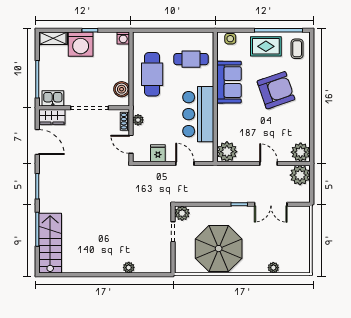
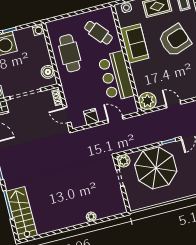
cafe table: (191, 59) -> (98, 33), turned 50
plant: (138, 120) -> (68, 94), removed
door: (269, 163) -> (174, 105), moved
parasol: (219, 249) -> (156, 168), moved

